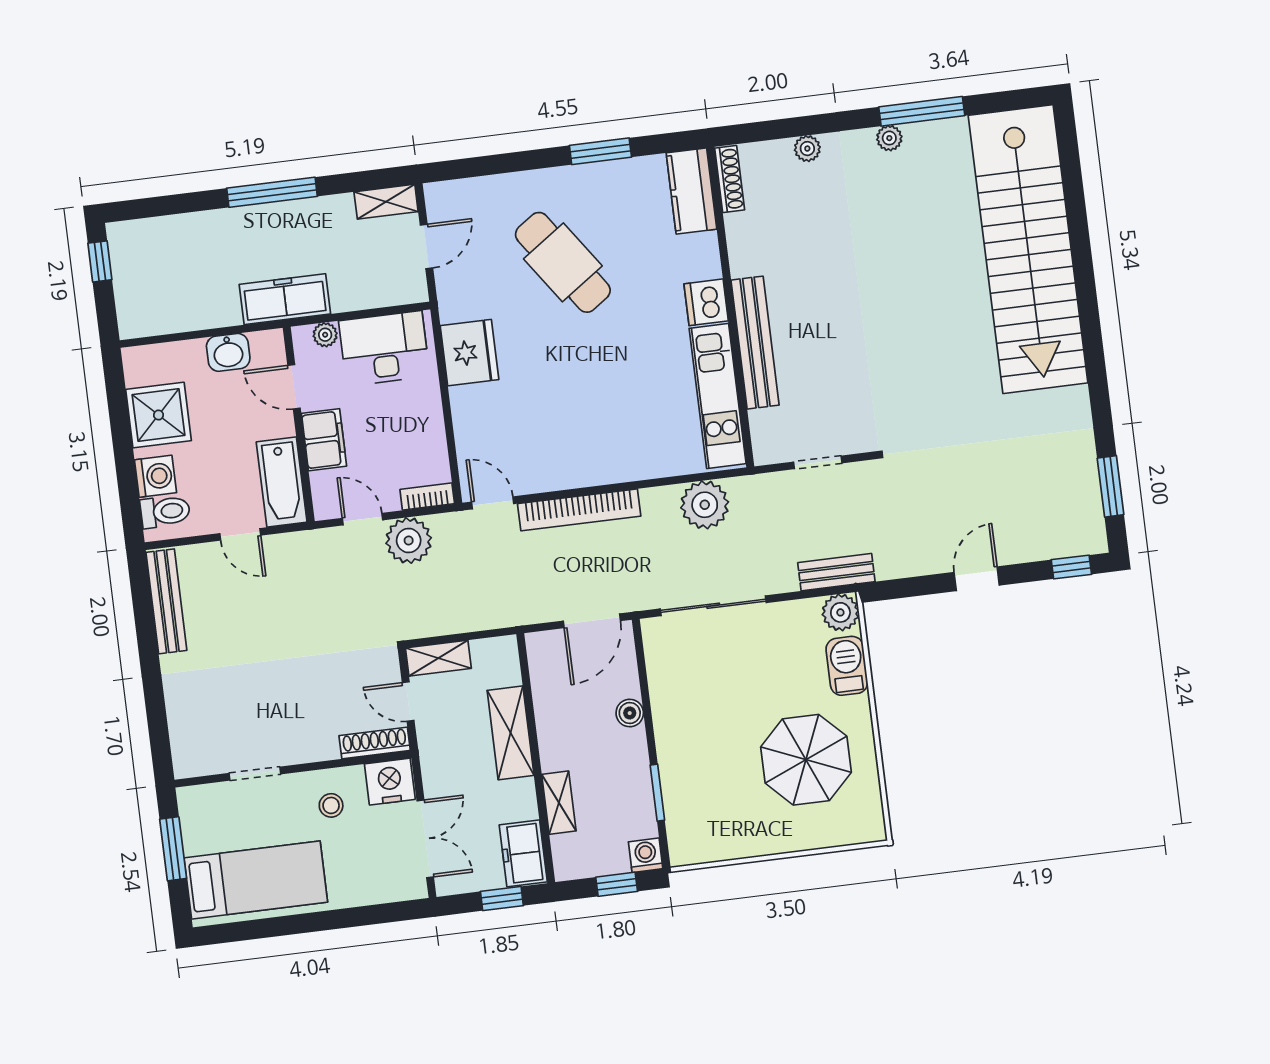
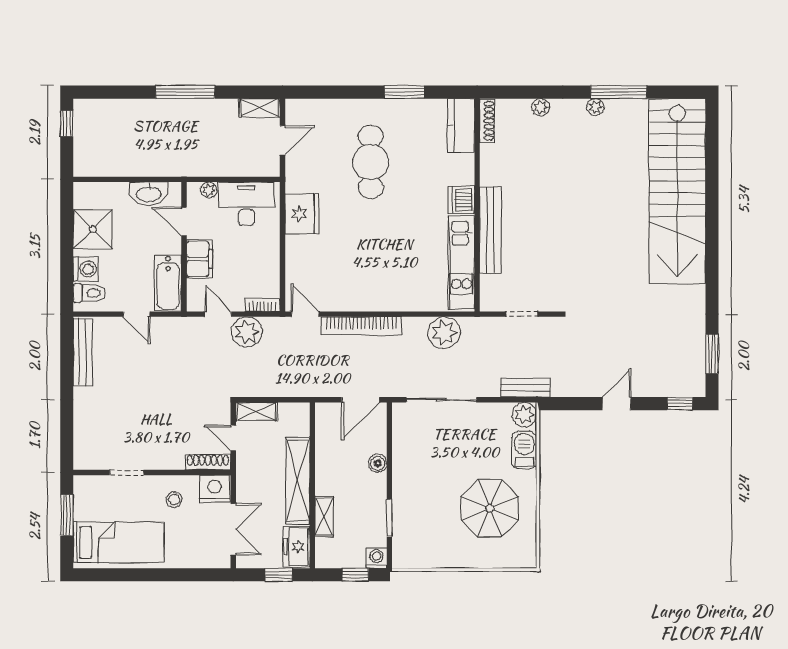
cafe table: (563, 262) -> (371, 162), turned 35
freezer: (285, 299) -> (185, 163), removed
washbasin: (228, 352) -> (149, 194), width x1.38
shelving: (511, 733) -> (298, 481), width x1.47

